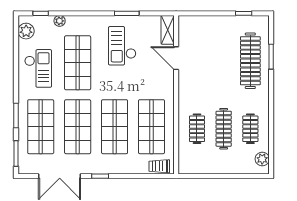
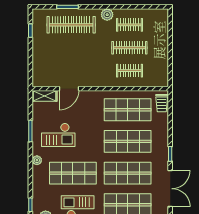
plant: (60, 21) -> (37, 160), moved
plant: (262, 159) -> (107, 15), moved

